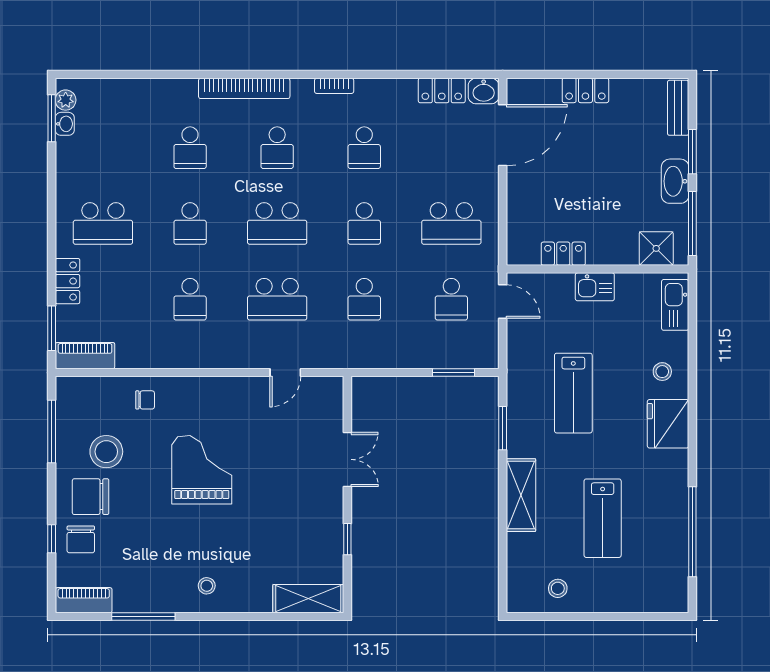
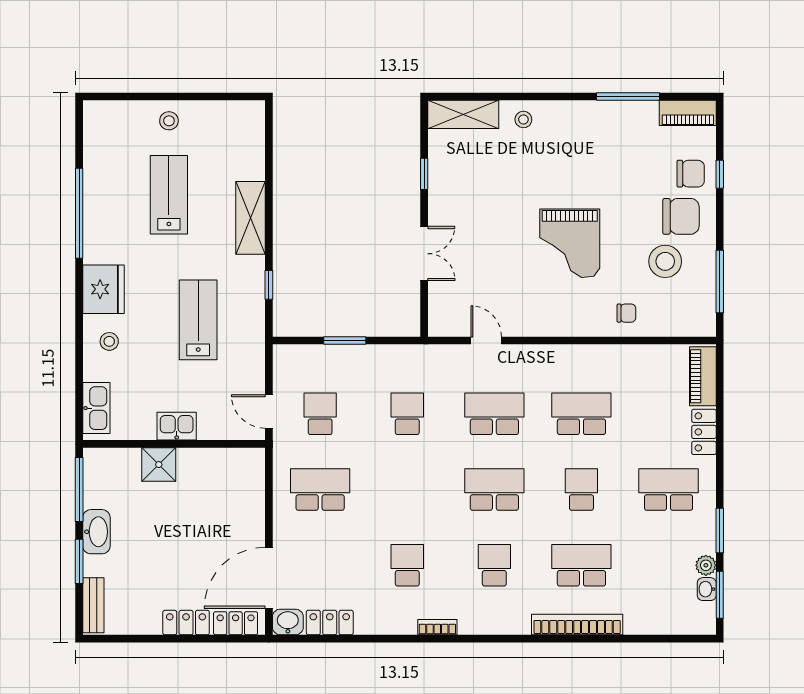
bookcase: (244, 88) -> (577, 625), moved
plant: (66, 100) -> (706, 565), moved
school desk: (190, 148) -> (581, 565), width x1.85
school desk: (364, 223) -> (407, 490), removed
shower: (656, 248) -> (159, 465), moved
locker: (563, 254) -> (236, 623), moved, turned 180
school desk: (190, 299) -> (581, 414), width x1.85
window: (52, 328) -> (720, 530), moved
piano: (85, 356) -> (703, 376), moved, turned 90
door: (285, 373) -> (486, 340), hinge flipped
window: (453, 373) -> (345, 340), moved
chair: (145, 400) -> (626, 313), turned 180
window: (503, 428) -> (269, 285), width x0.67
double door: (347, 459) -> (424, 254), swing flipped
window: (692, 532) -> (79, 213), moved
chair: (81, 539) -> (691, 174), turned 90
stool: (207, 586) -> (523, 119), moved
stool: (558, 588) -> (169, 121), moved

